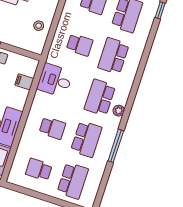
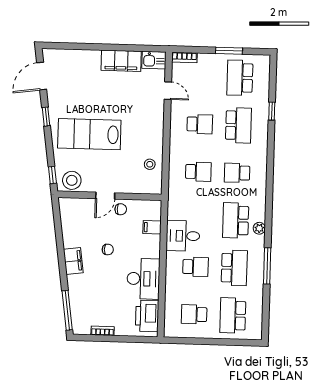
school desk: (113, 56) -> (237, 173), width x0.54
desk: (55, 80) -> (183, 236), moved
school desk: (73, 181) -> (233, 315), turned 180

